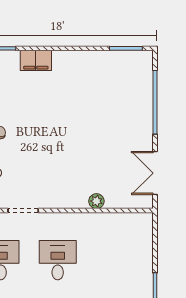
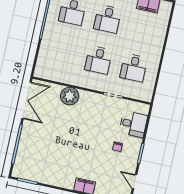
double door: (155, 173) -> (26, 100), width x1.37
plant: (96, 201) -> (70, 96), width x1.87, depth x1.87

